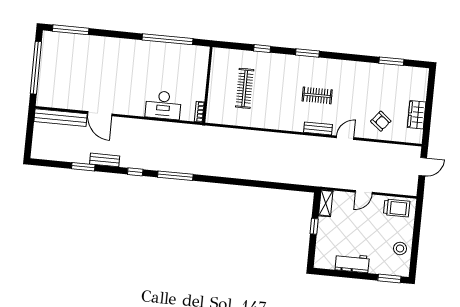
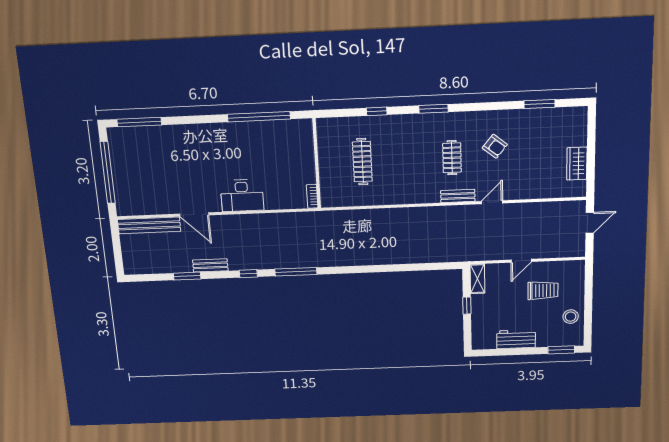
clothes rail: (317, 95) -> (452, 158), turned 90
desk: (163, 105) -> (242, 195), moved
armchair: (381, 121) -> (495, 146), moved
trolley: (397, 208) -> (543, 290), moved

